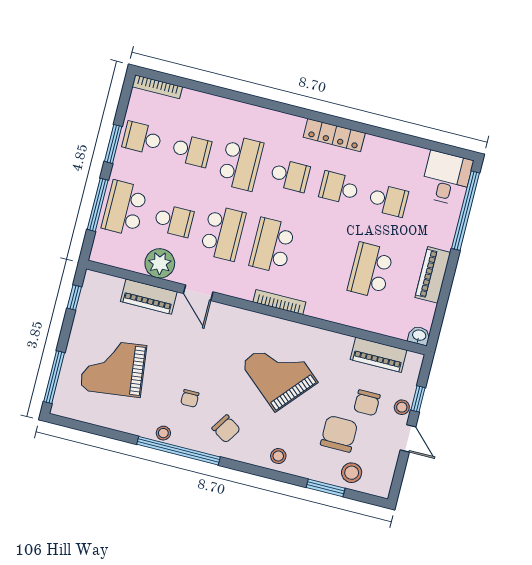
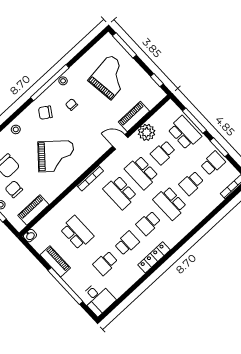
window: (466, 211) -> (65, 286), moved
school desk: (272, 245) -> (120, 193), turned 180

